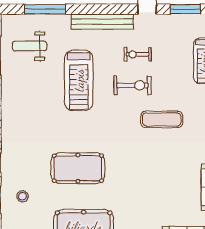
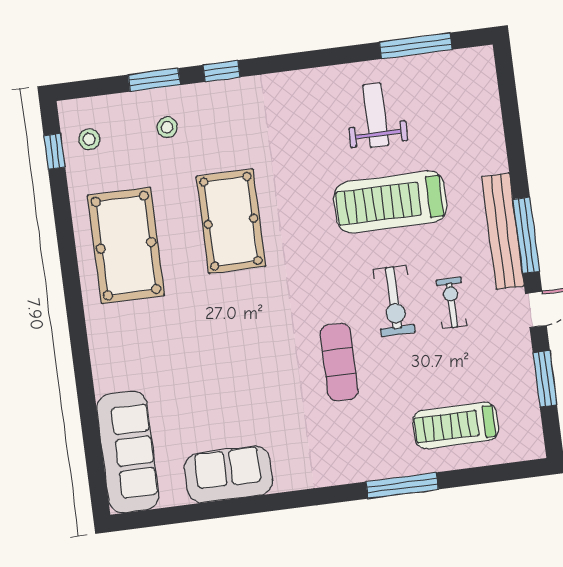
window: (45, 9) -> (526, 235), moved
weight bench: (30, 46) -> (376, 115), moved

